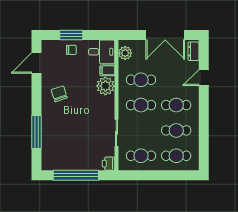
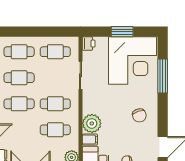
corner desk: (66, 147) -> (132, 60), added
window: (76, 175) -> (122, 32), width x0.47

